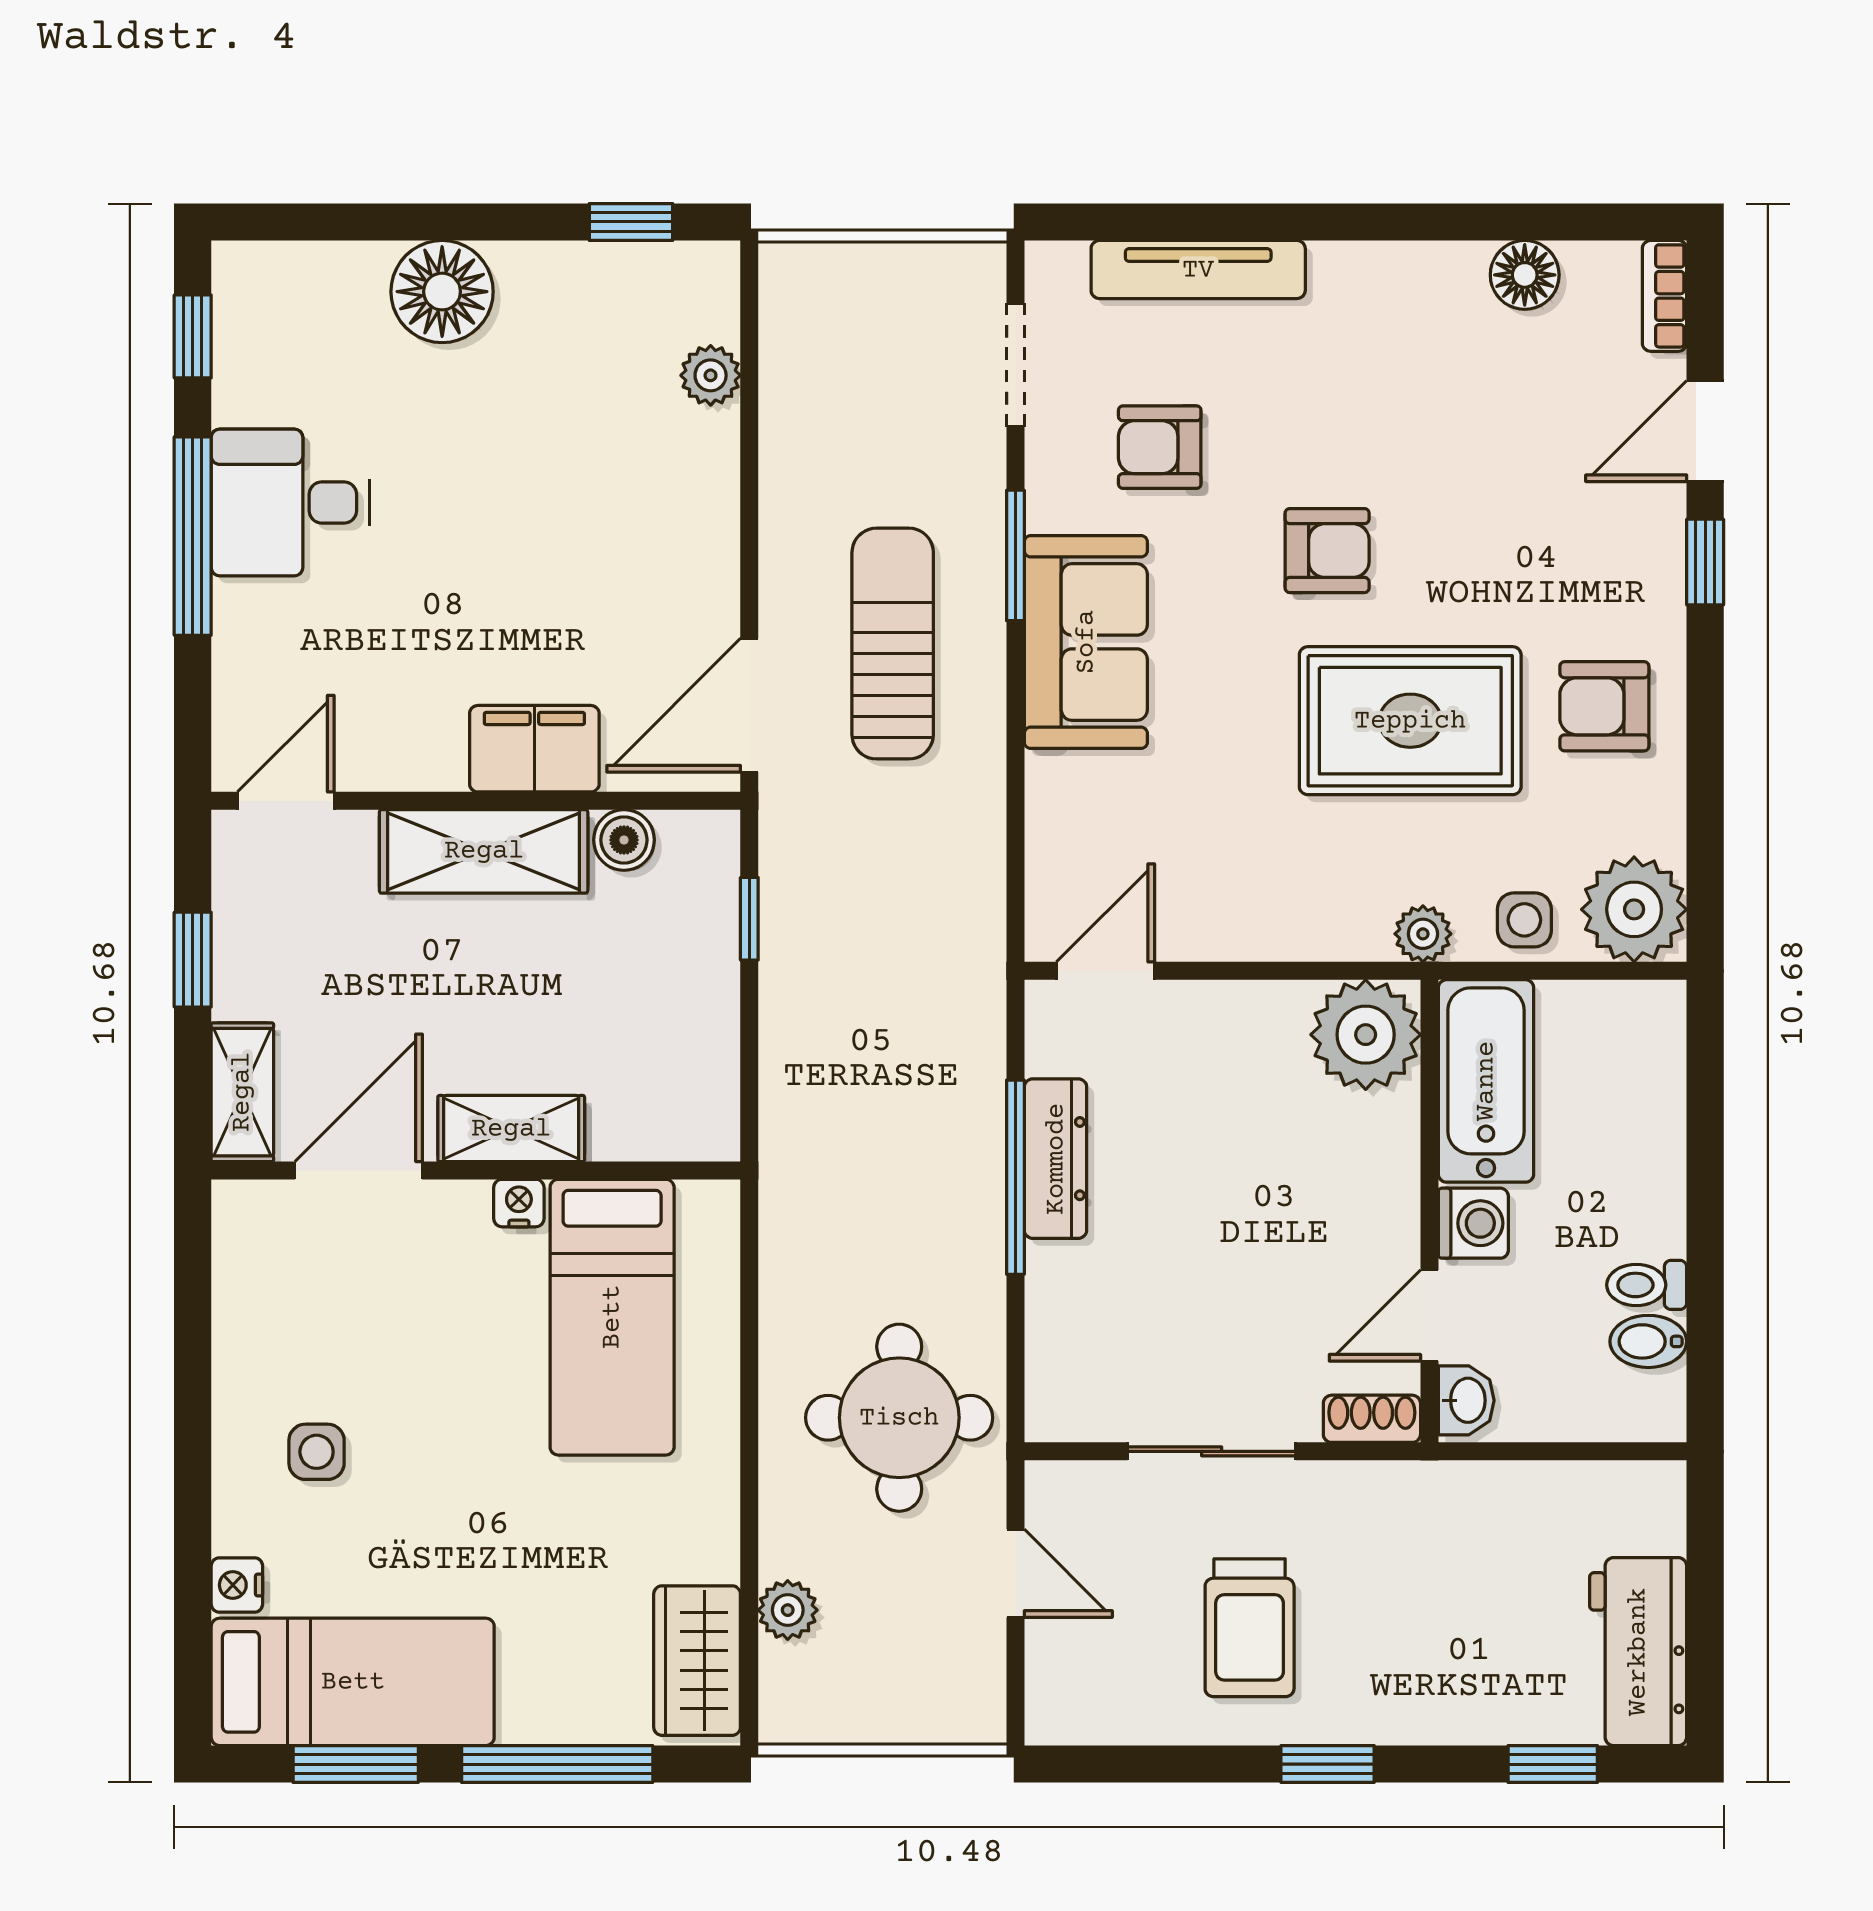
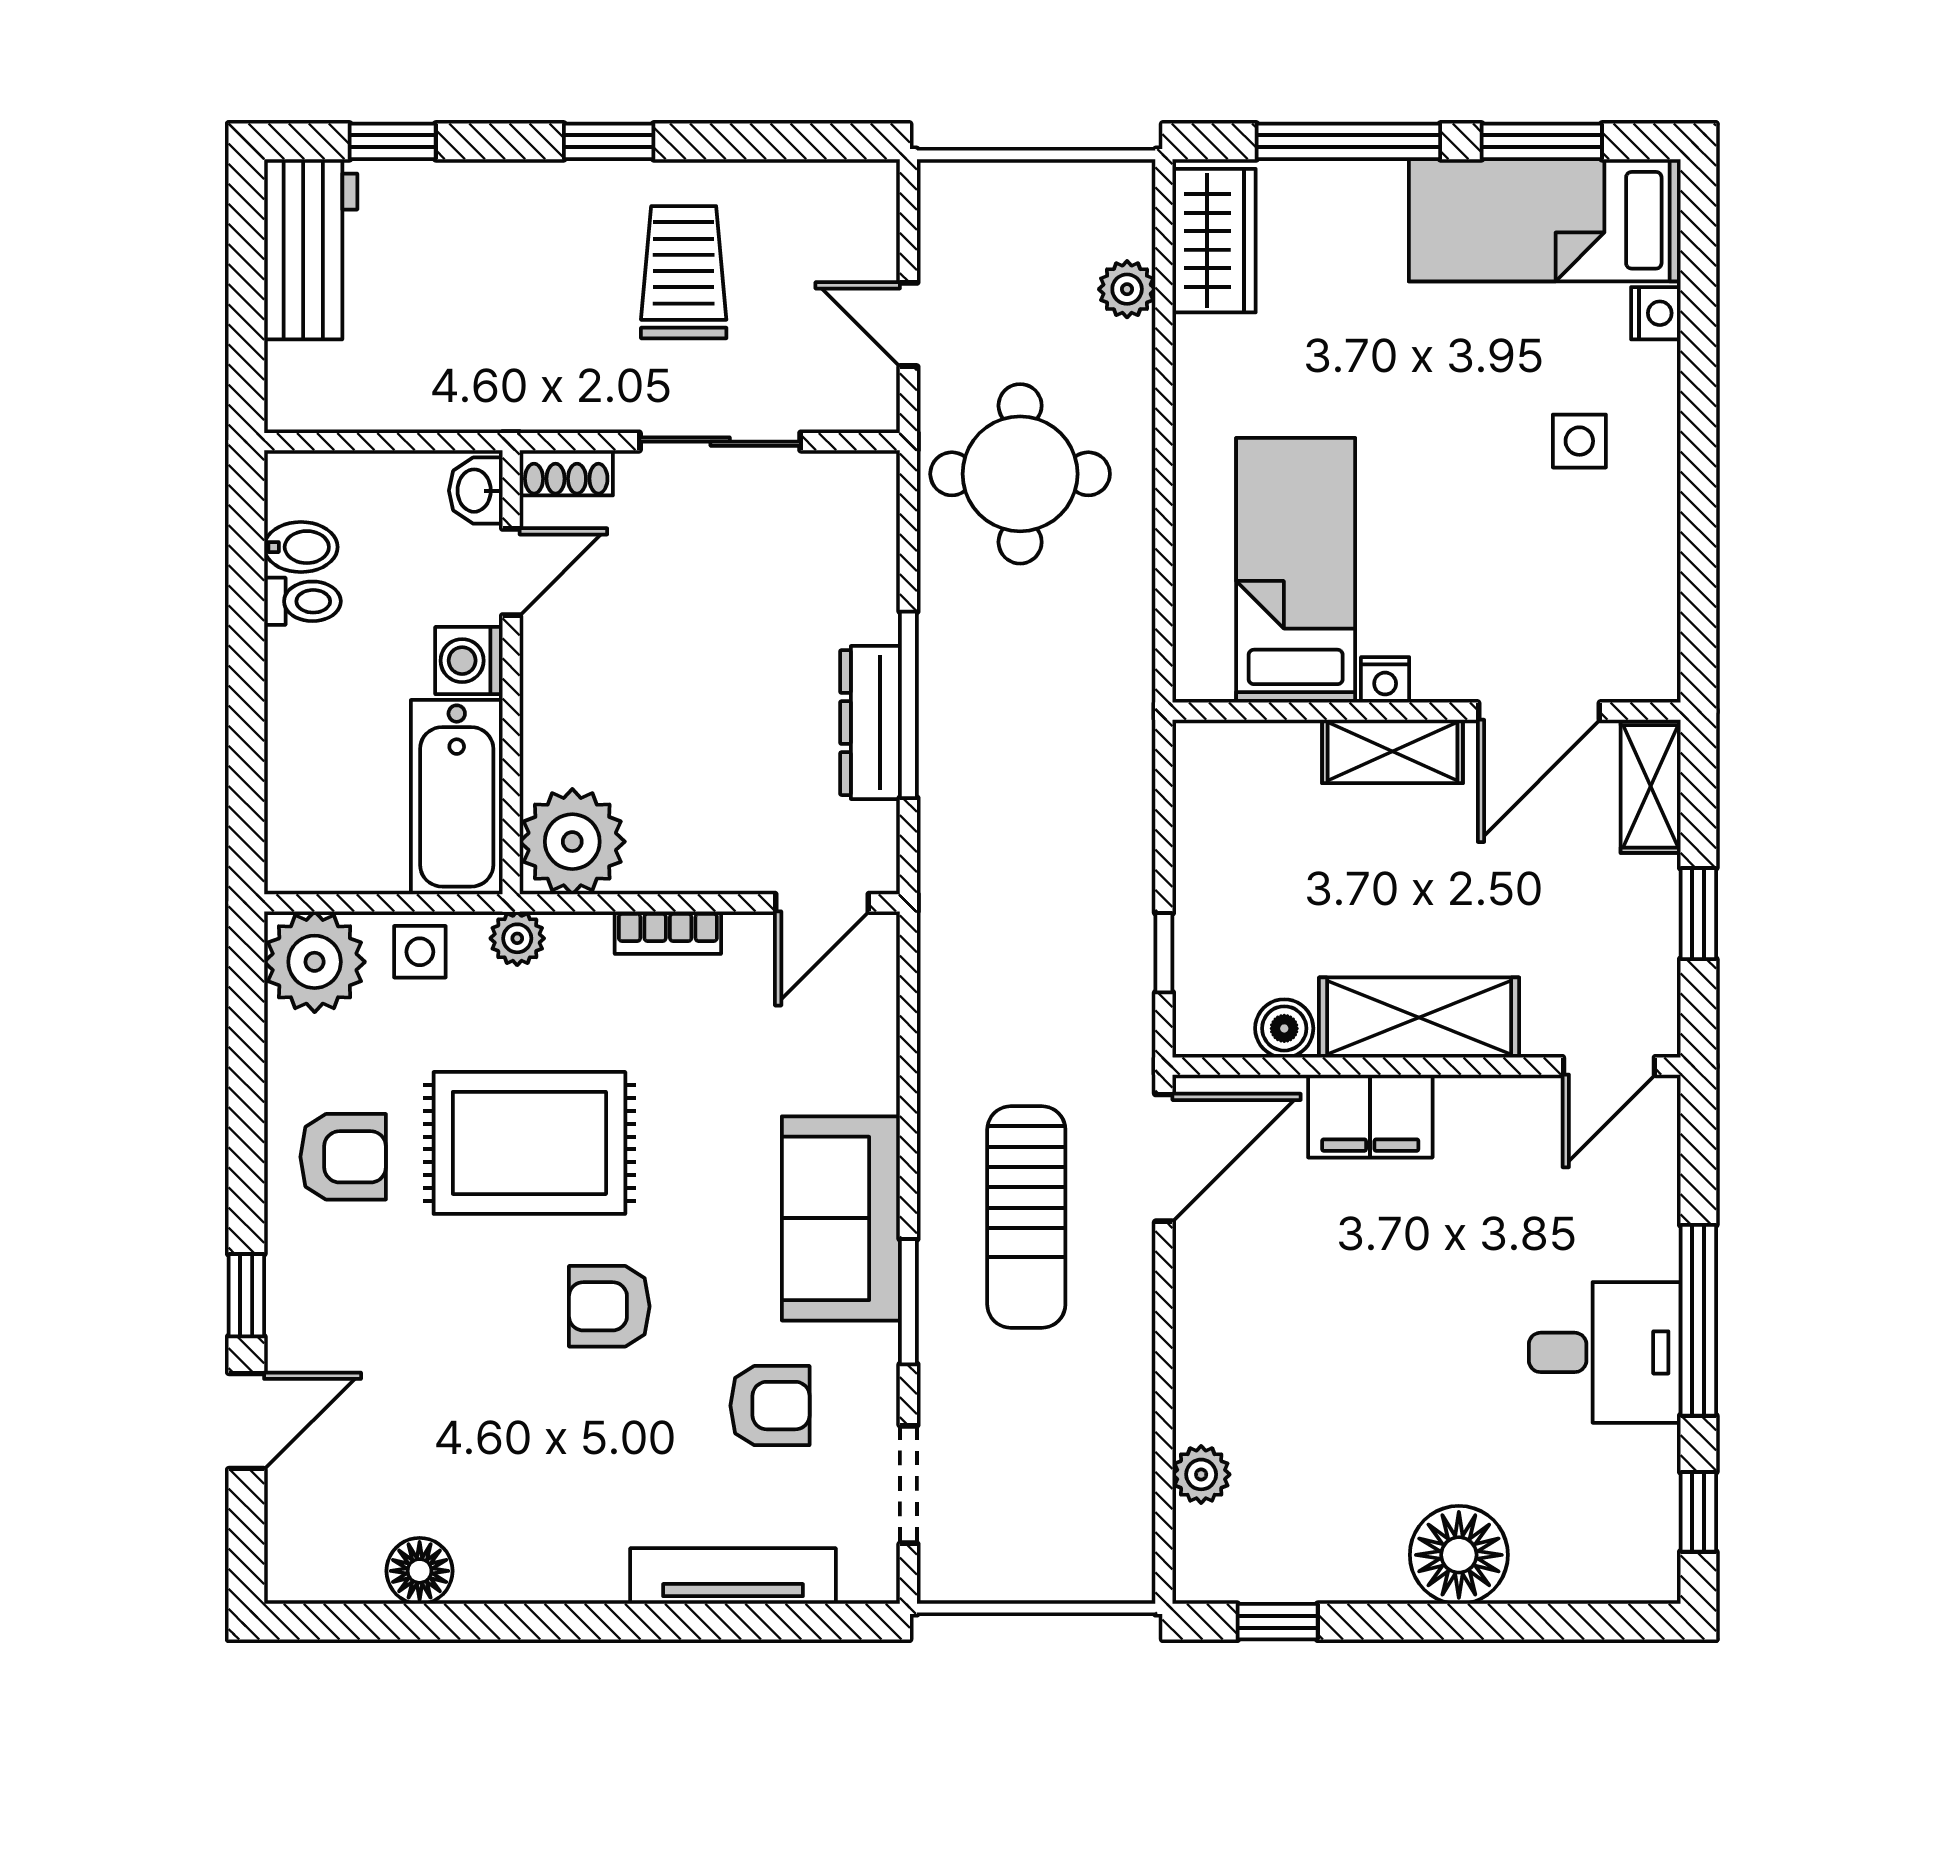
bookcase: (1664, 296) -> (668, 933), moved, turned 90

